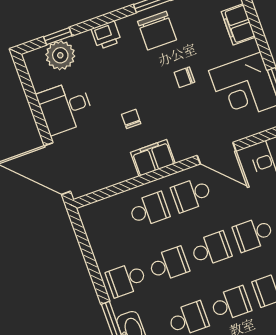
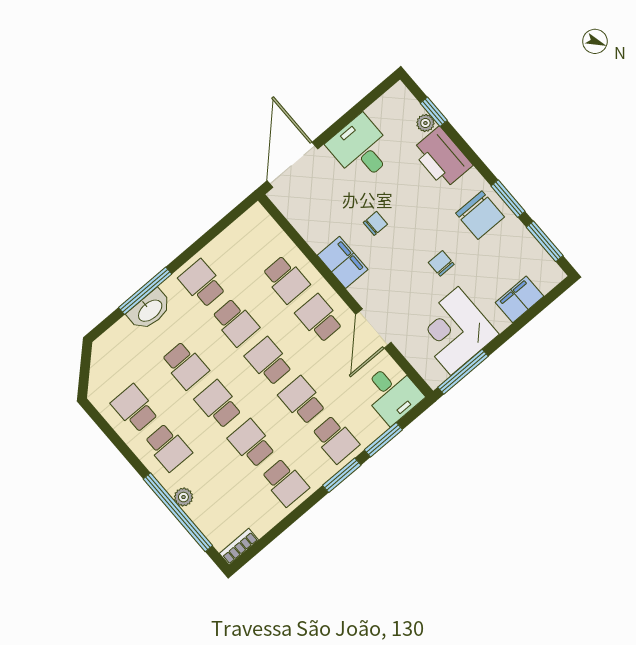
chair: (157, 31) -> (480, 215), turned -90
printer: (106, 35) -> (442, 158), width x1.87, depth x1.48
plant: (60, 55) -> (425, 123), width x0.53, depth x0.53
school desk: (211, 249) -> (269, 361), turned 180
school desk: (231, 304) -> (218, 404), turned 180

